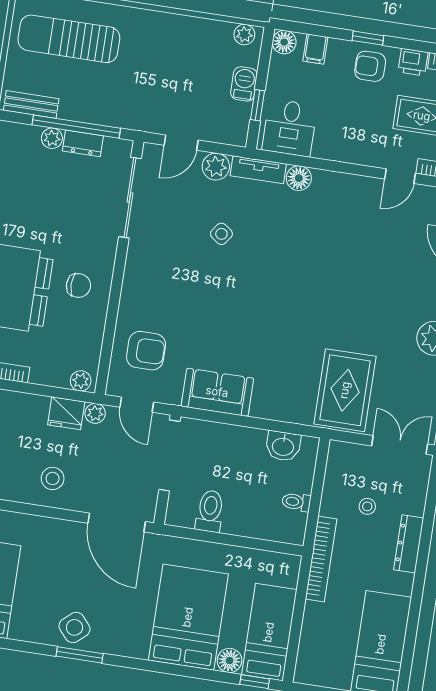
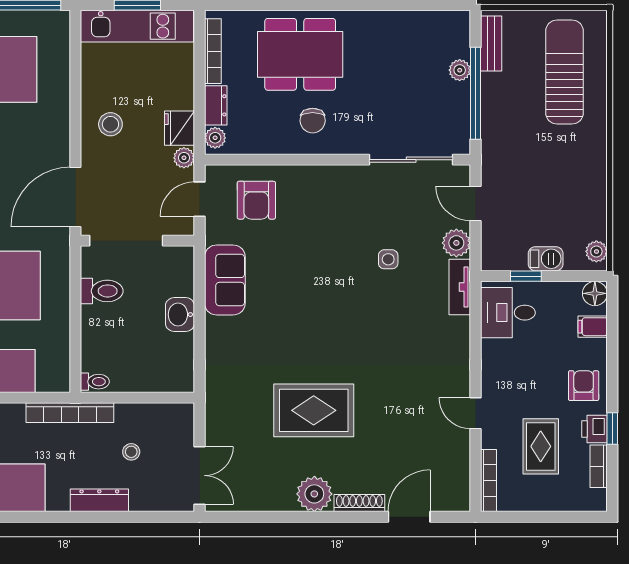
window: (368, 38) -> (612, 429), moved
dresser: (83, 143) -> (216, 105), moved, turned 180
door: (400, 176) -> (475, 413), moved
floor lamp: (299, 178) -> (458, 330), removed
side table: (221, 234) -> (388, 259), turned -36
rug: (345, 390) -> (314, 410), moved
washbasin: (283, 446) -> (180, 315), moved
doorway: (169, 455) -> (126, 241), moved
toilet: (296, 502) -> (95, 382), moved, turned 90

